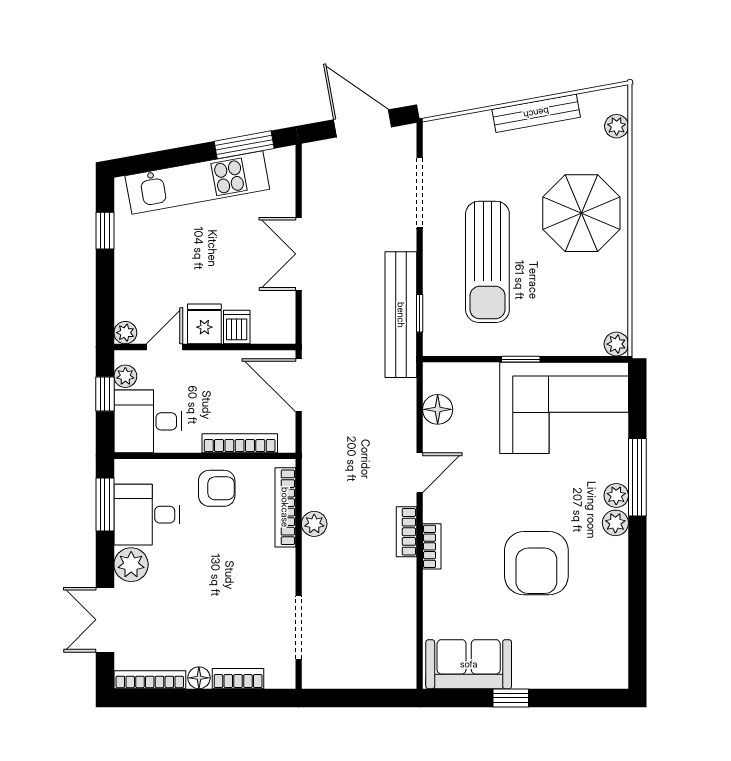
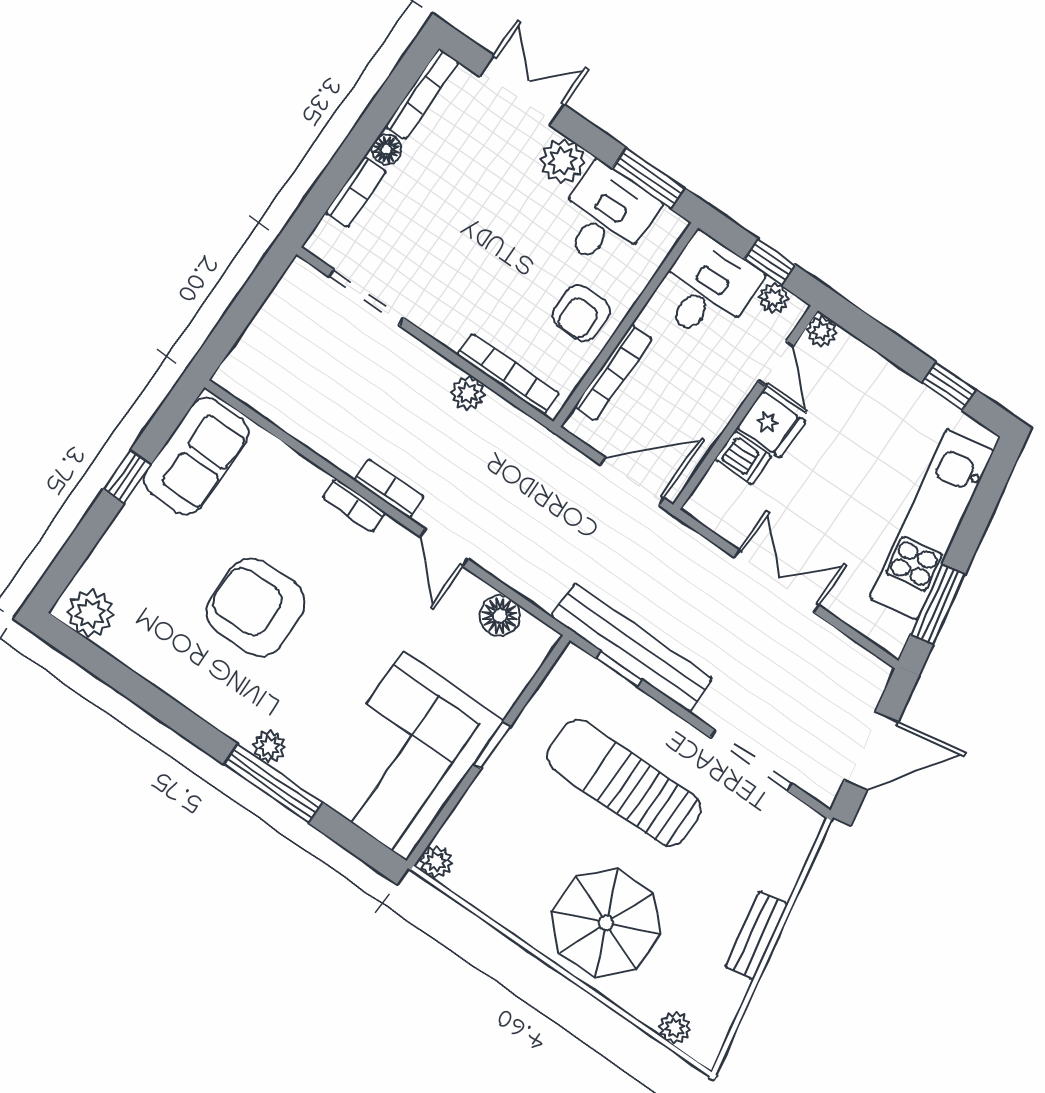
bench: (536, 113) -> (756, 935), width x0.73
plant: (615, 523) -> (90, 613), moved, width x1.38, depth x1.38

